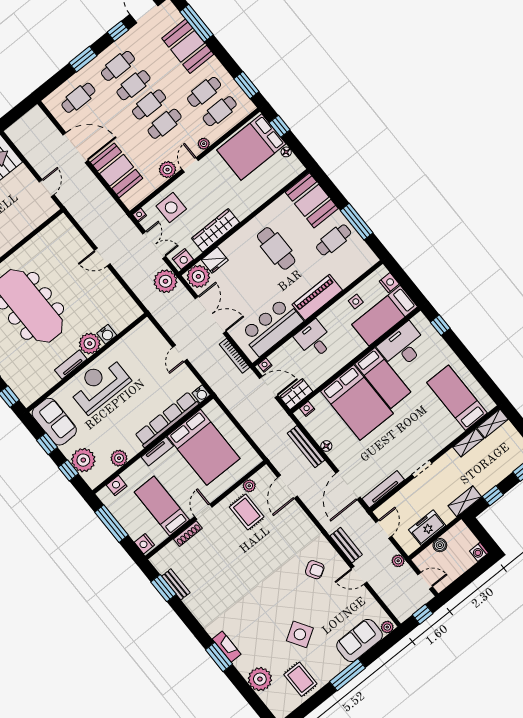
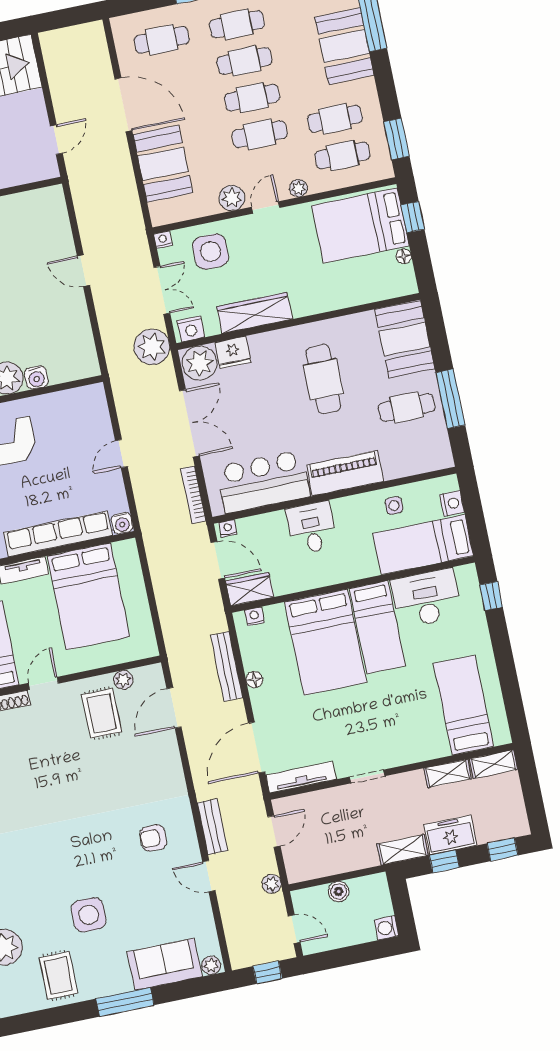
freezer: (427, 528) -> (450, 835), moved
armchair: (315, 570) -> (153, 838), turned 121
side table: (300, 634) -> (89, 915), turned 32

